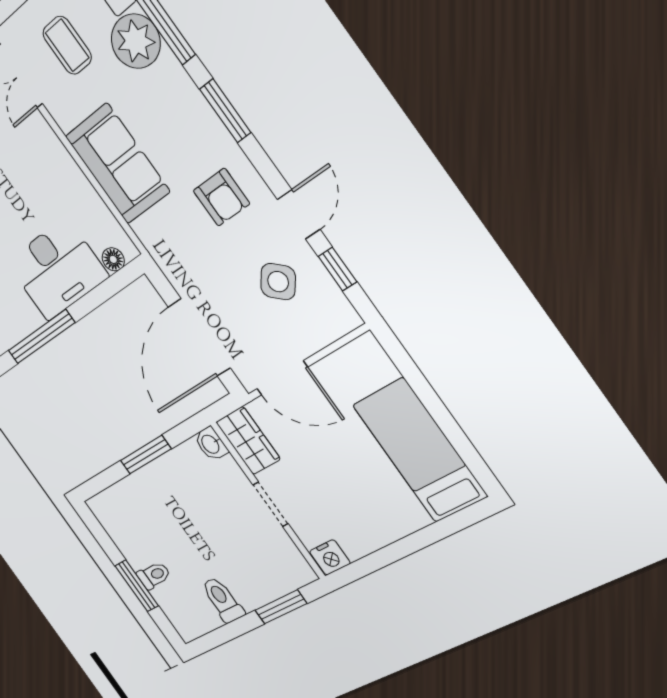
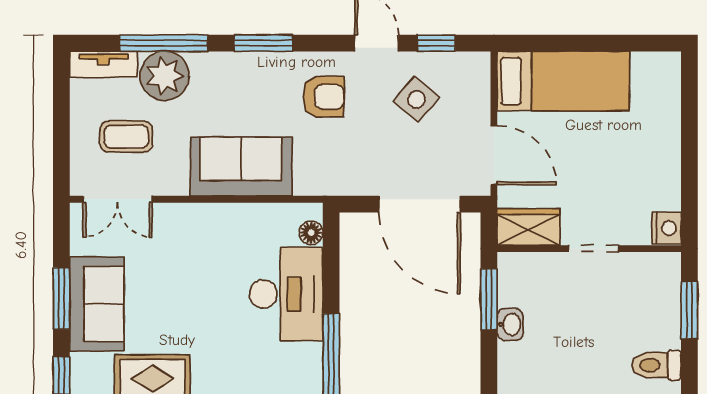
door: (282, 378) -> (494, 155), hinge flipped
washbasin: (211, 444) -> (510, 324), moved, turned -90
bed: (420, 450) -> (563, 81), moved, turned 180
window: (146, 455) -> (489, 299), moved

